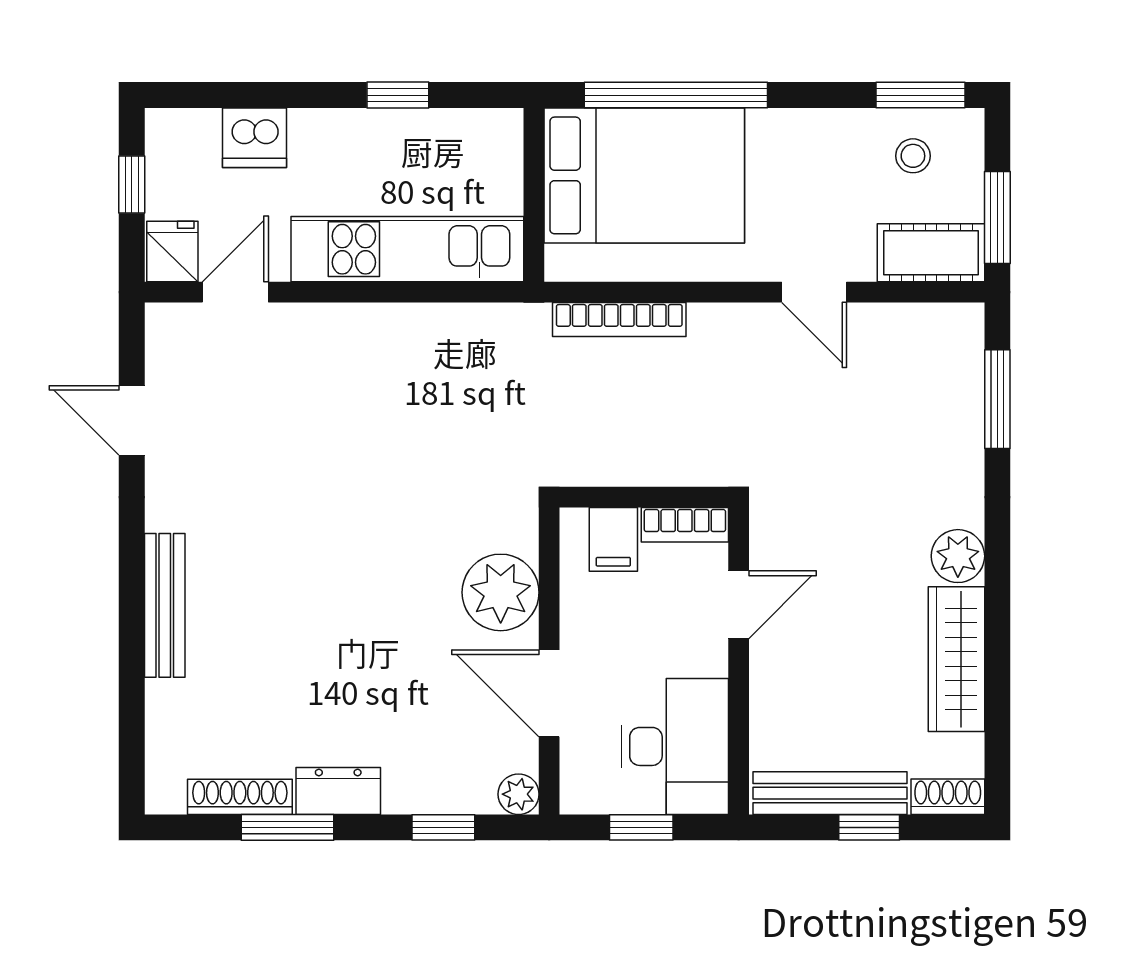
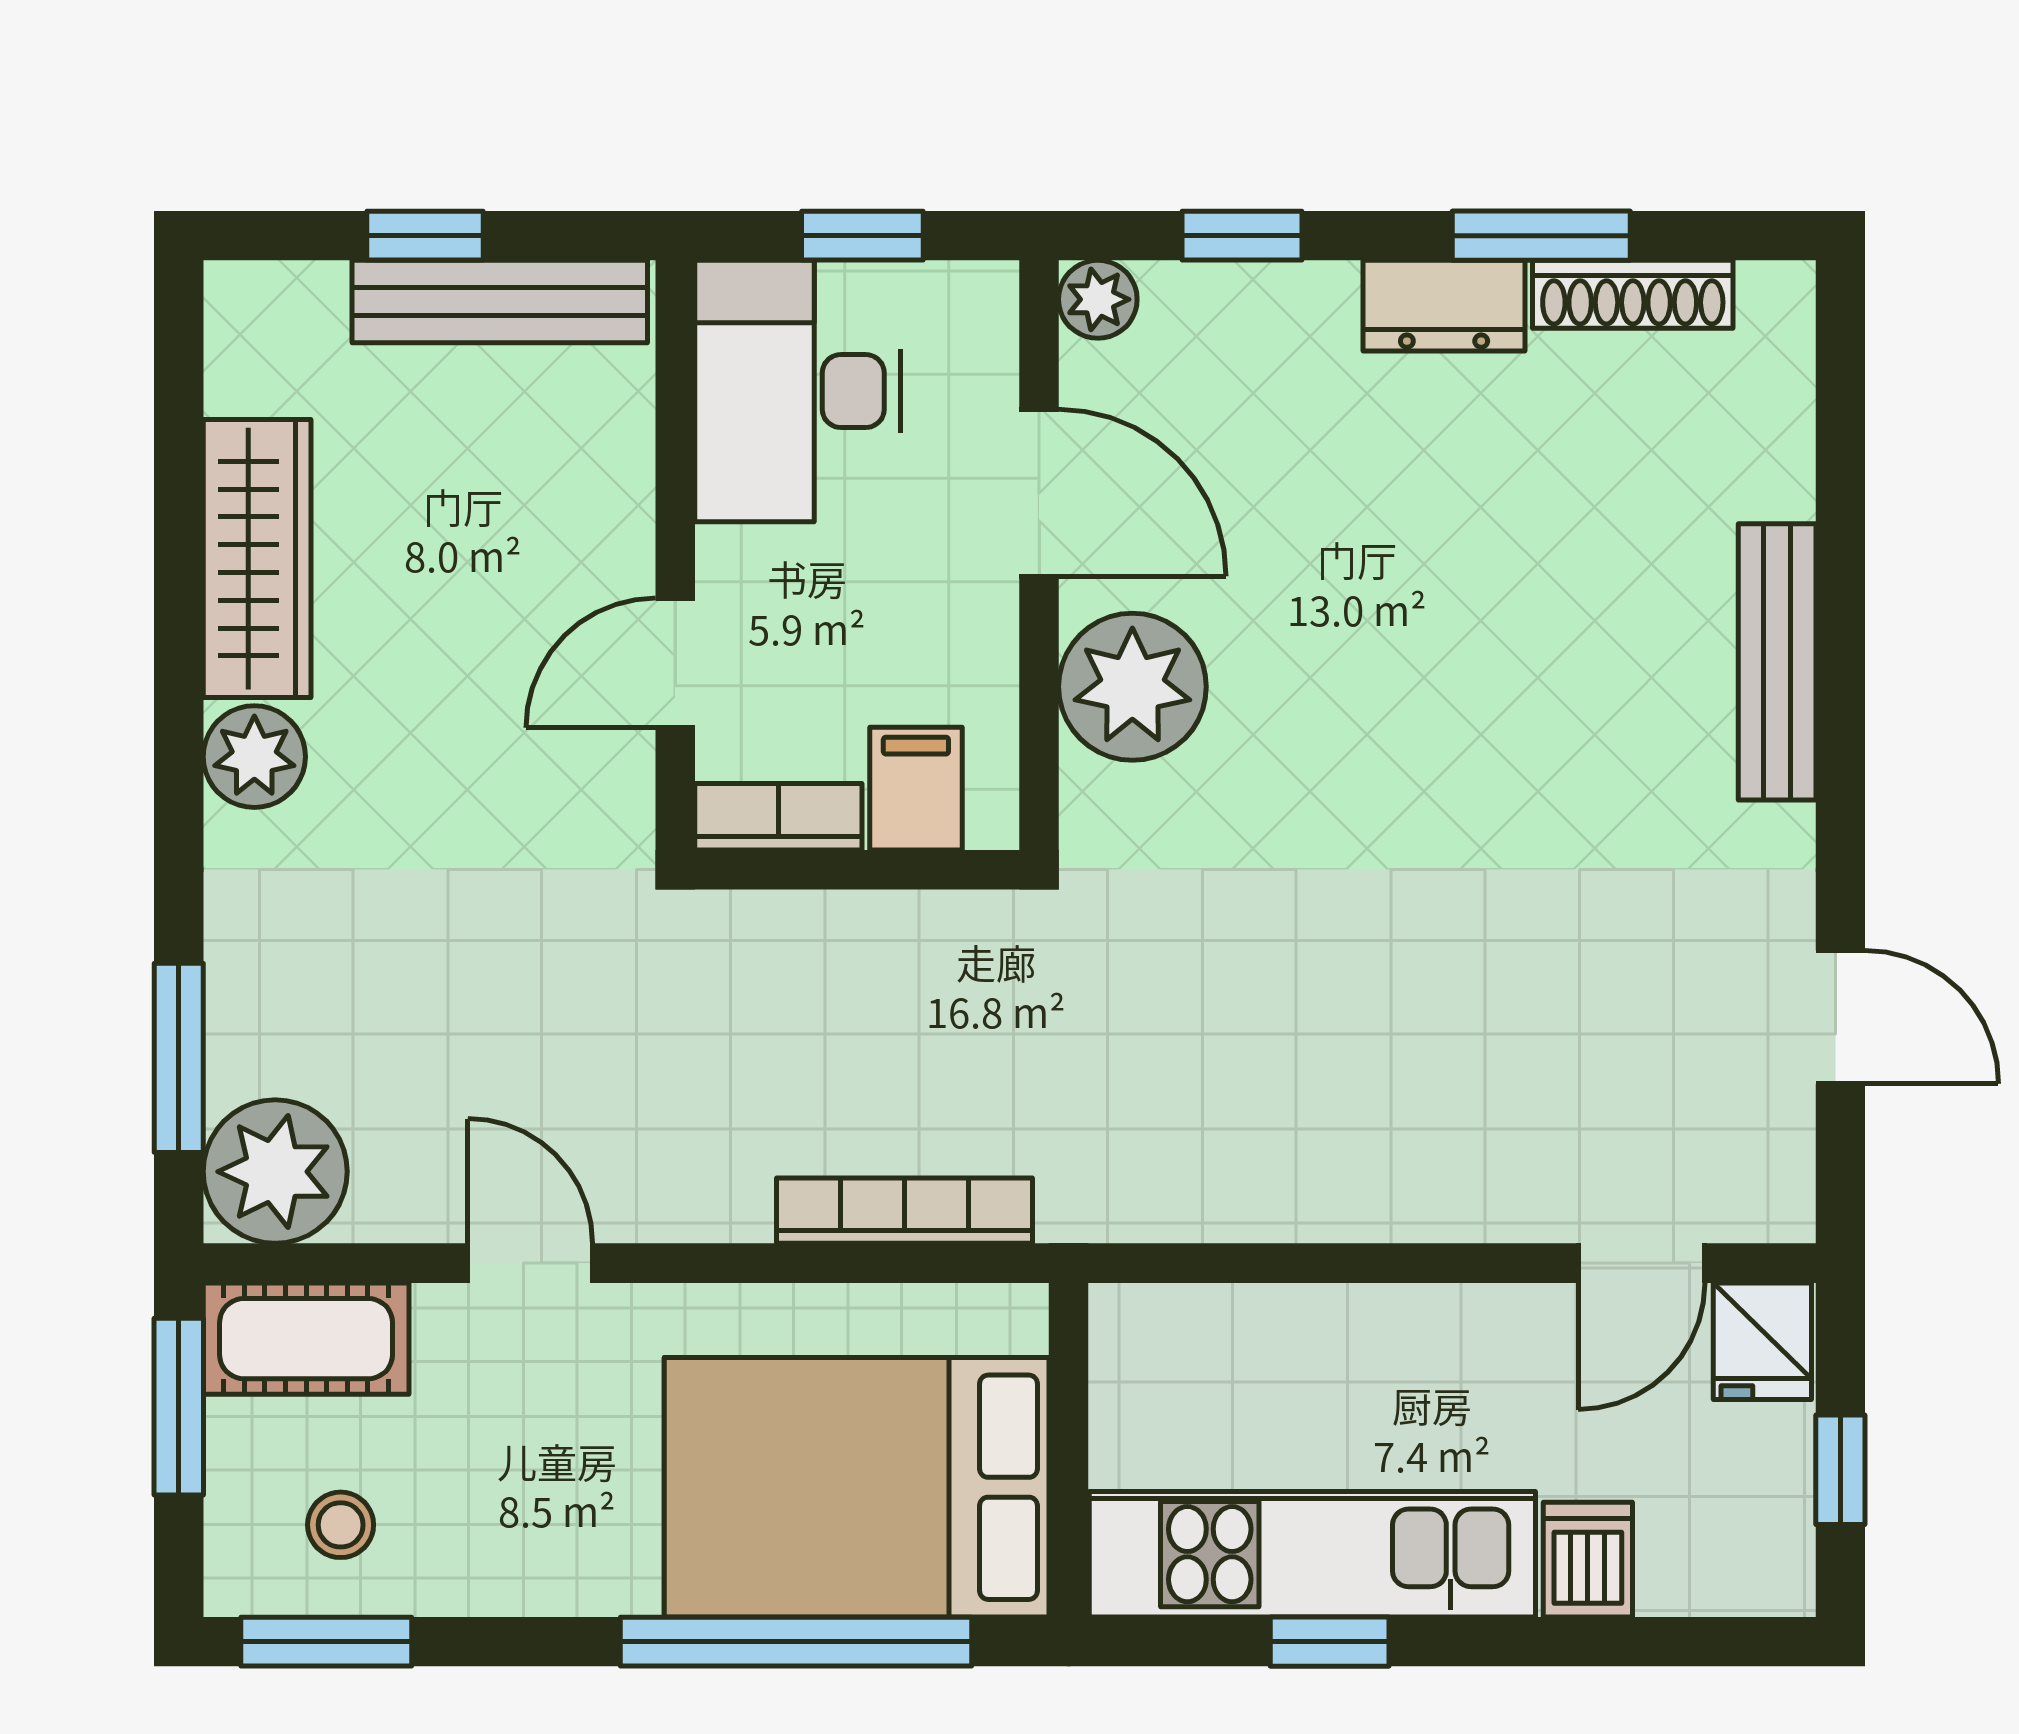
dishwasher: (255, 138) -> (1588, 1560), width x0.73
kitchen unit: (407, 249) -> (1312, 1554), moved, turned 180
plant: (947, 340) -> (275, 1172), added
shoe rack: (948, 797) -> (274, 294), removed

